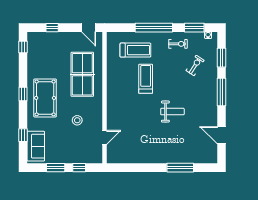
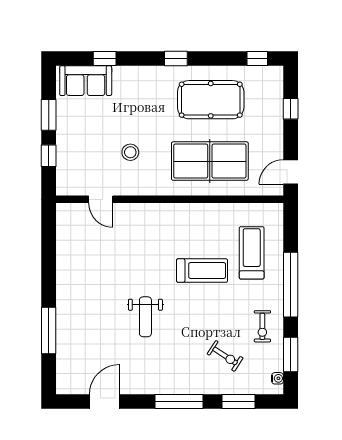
treadmill: (135, 50) -> (252, 253), turned 180
pool table: (45, 98) -> (211, 100), moved

